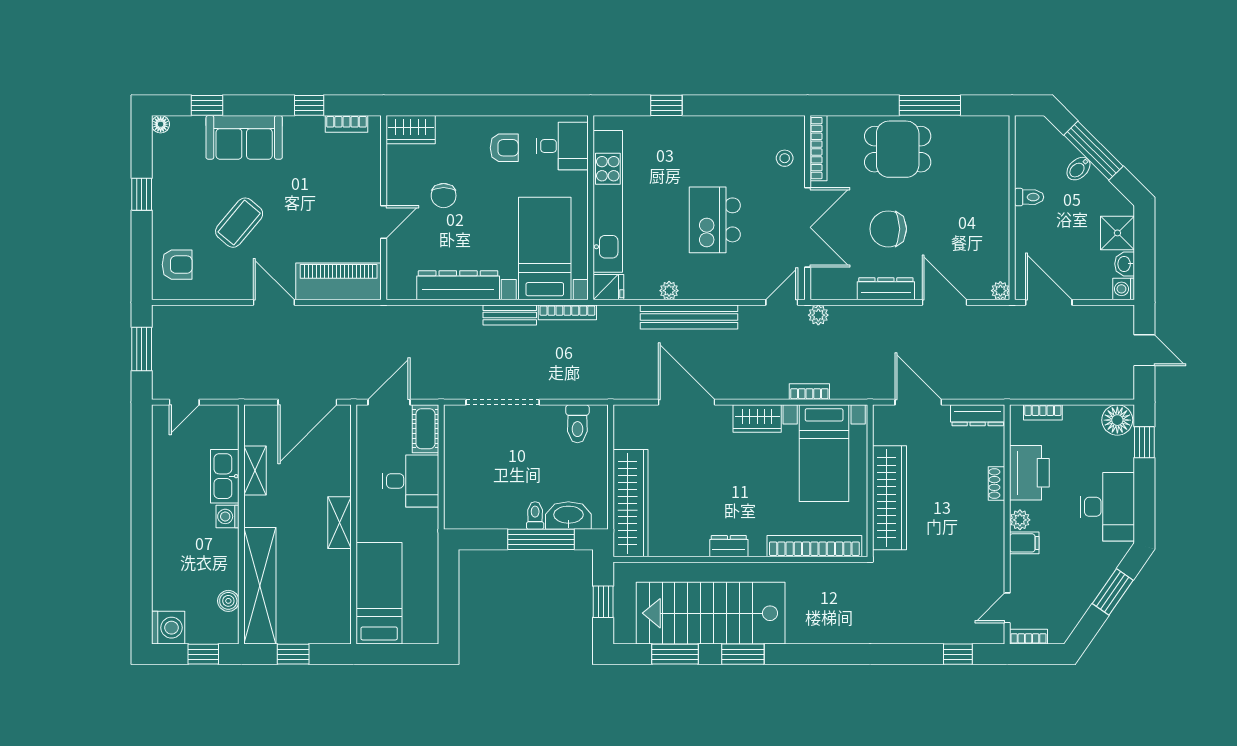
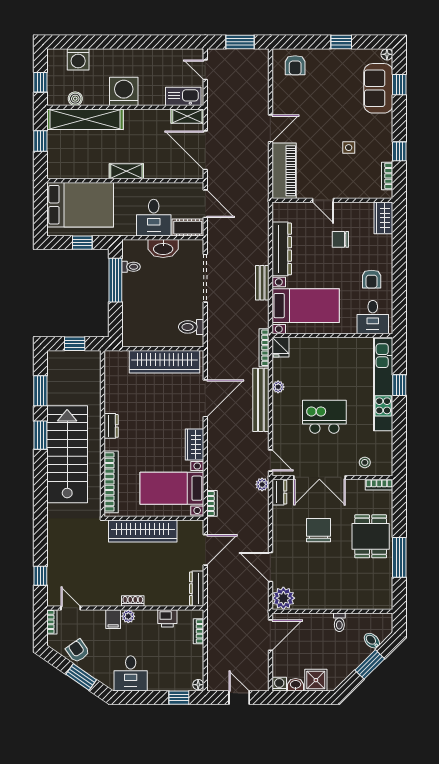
sofa: (244, 137) -> (378, 88), moved
bookcase: (819, 148) -> (379, 485), width x0.64
window: (1093, 151) -> (370, 664), width x0.69
bidet: (1078, 169) -> (372, 641), moved
side table: (303, 183) -> (349, 148), added
kitchen unit: (608, 201) -> (383, 384), moved, turned 90
coffee table: (239, 223) -> (323, 106), removed
dresser: (886, 289) -> (279, 492), moved, width x0.70
plant: (1000, 291) -> (283, 598), width x1.87, depth x1.87
door: (944, 302) -> (270, 567), swing flipped
bookcase: (567, 312) -> (264, 348), moved
door: (1144, 350) -> (239, 698), swing flipped
bookcase: (809, 392) -> (212, 503), moved
floor lamp: (1117, 420) -> (198, 685), width x0.53, depth x0.53
shelving: (255, 471) -> (187, 116), moved
printer: (1029, 473) -> (167, 618), width x0.53, depth x0.68
kitchen sink: (225, 476) -> (183, 96), moved
shoe rack: (996, 483) -> (133, 601), moved
wardrobe: (630, 503) -> (164, 362), moved
desk: (1107, 507) -> (131, 673), width x0.73
toilet: (535, 515) -> (131, 267), moved
washbasin: (568, 515) -> (163, 248), moved, turned 90
washing machine: (227, 516) -> (124, 91), width x1.89, depth x1.89
window: (541, 539) -> (115, 280), moved
window: (448, 590) -> (82, 243), added
bed: (379, 593) -> (80, 205), width x1.50
armchair: (1073, 597) -> (78, 651), added
stairs: (711, 613) -> (67, 454), moved
washing machine: (168, 628) -> (78, 59), moved

